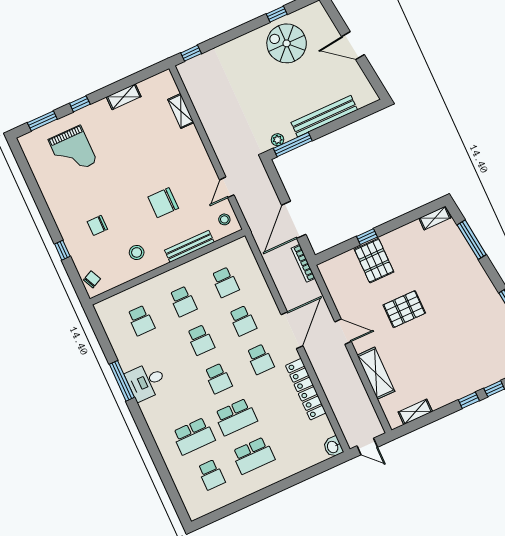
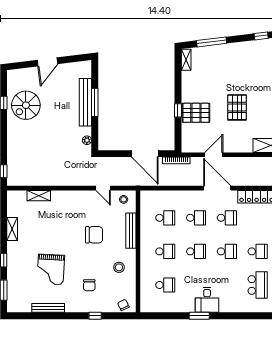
window: (293, 145) -> (95, 102), moved
grand piano: (73, 151) -> (51, 269), moved, turned 93
bench: (45, 187) -> (48, 308), added
chair: (163, 203) -> (94, 235), turned -90
door: (343, 332) -> (214, 155), moved
window: (122, 381) -> (199, 316), width x0.69
school desk: (236, 417) -> (258, 251), width x0.54

